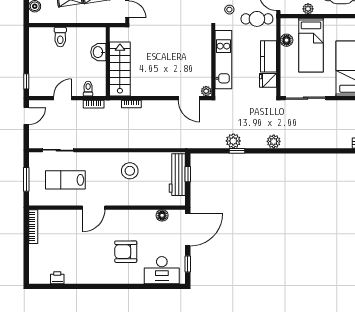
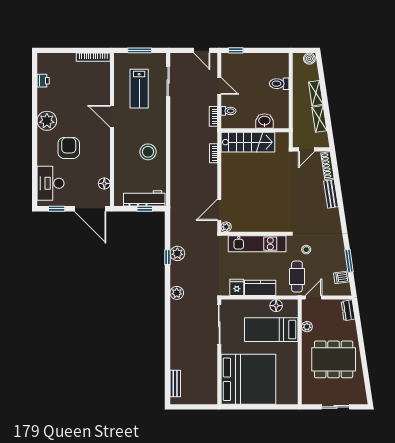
lab bench: (65, 180) -> (139, 89), turned 180
plant: (98, 274) -> (47, 121), added

